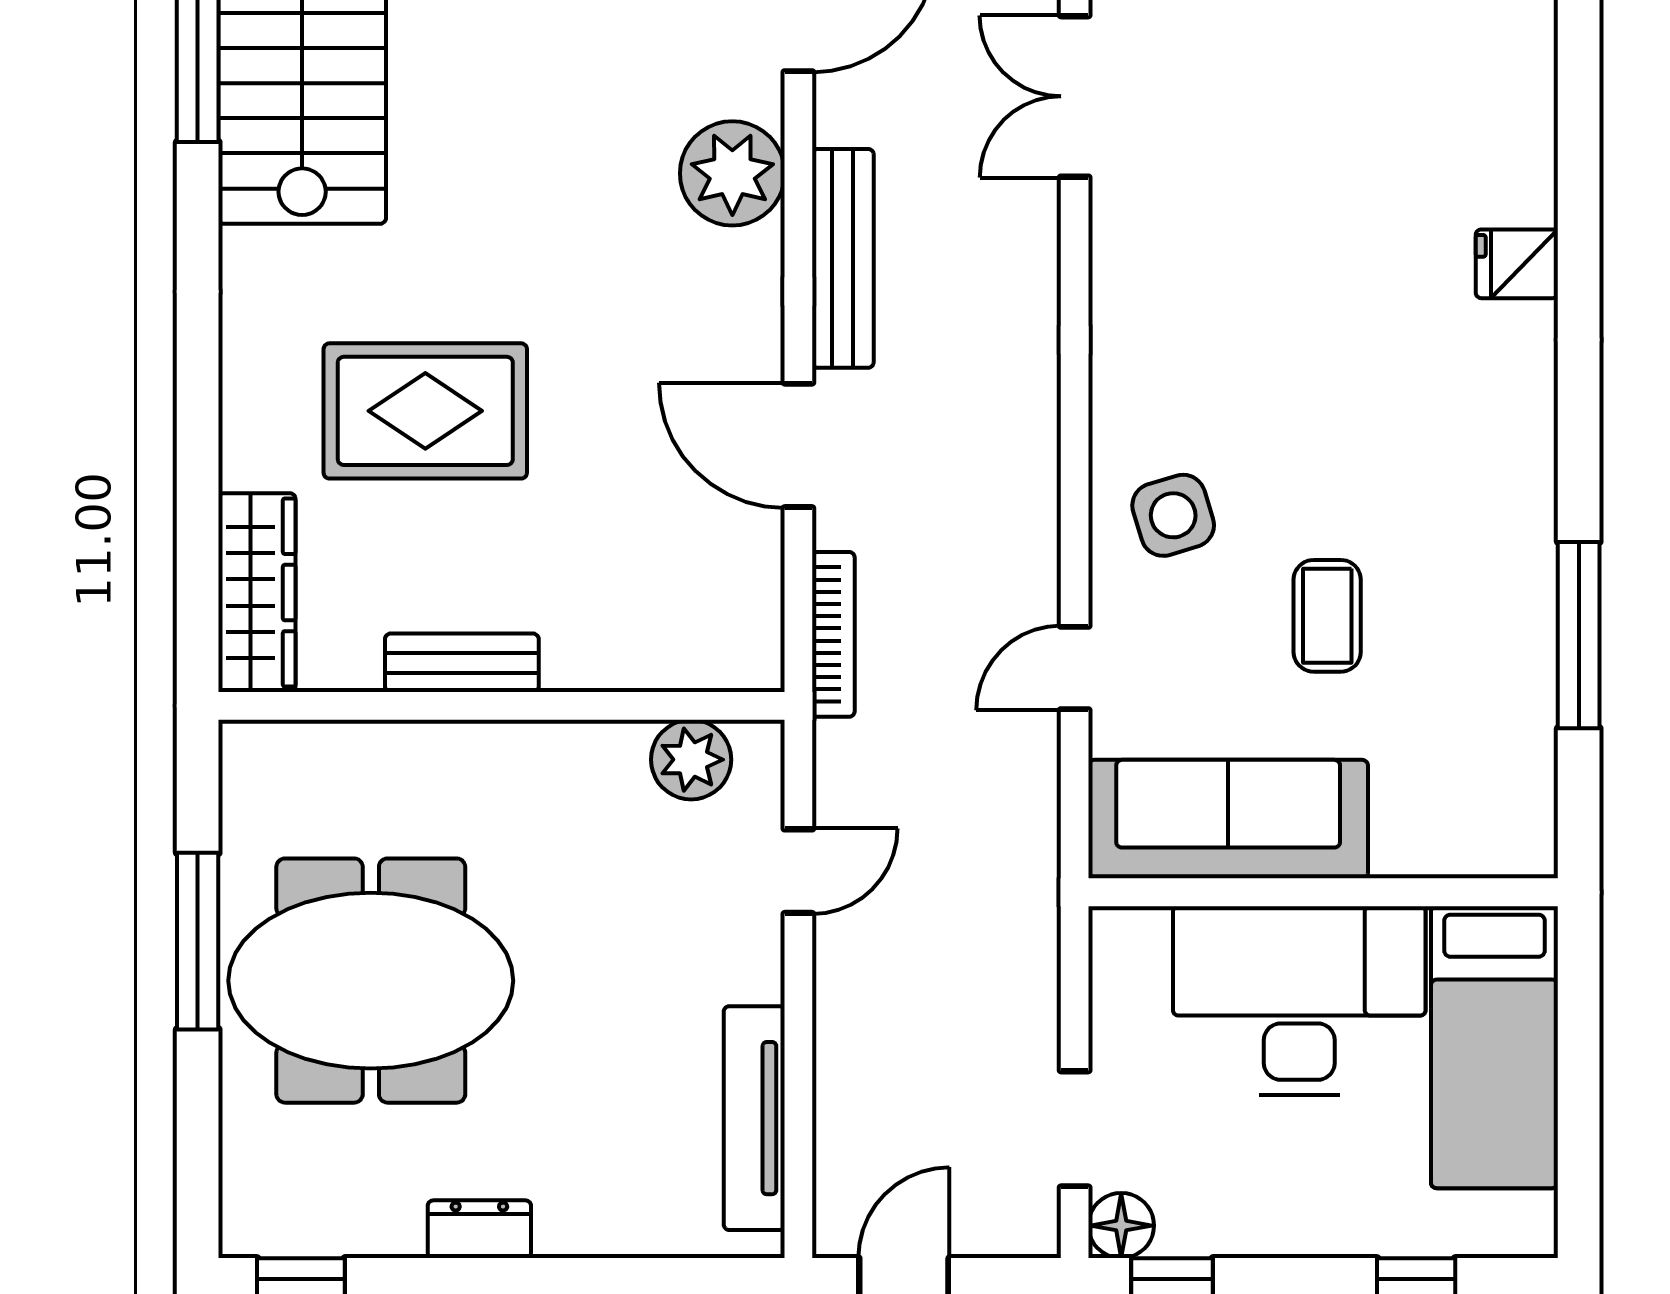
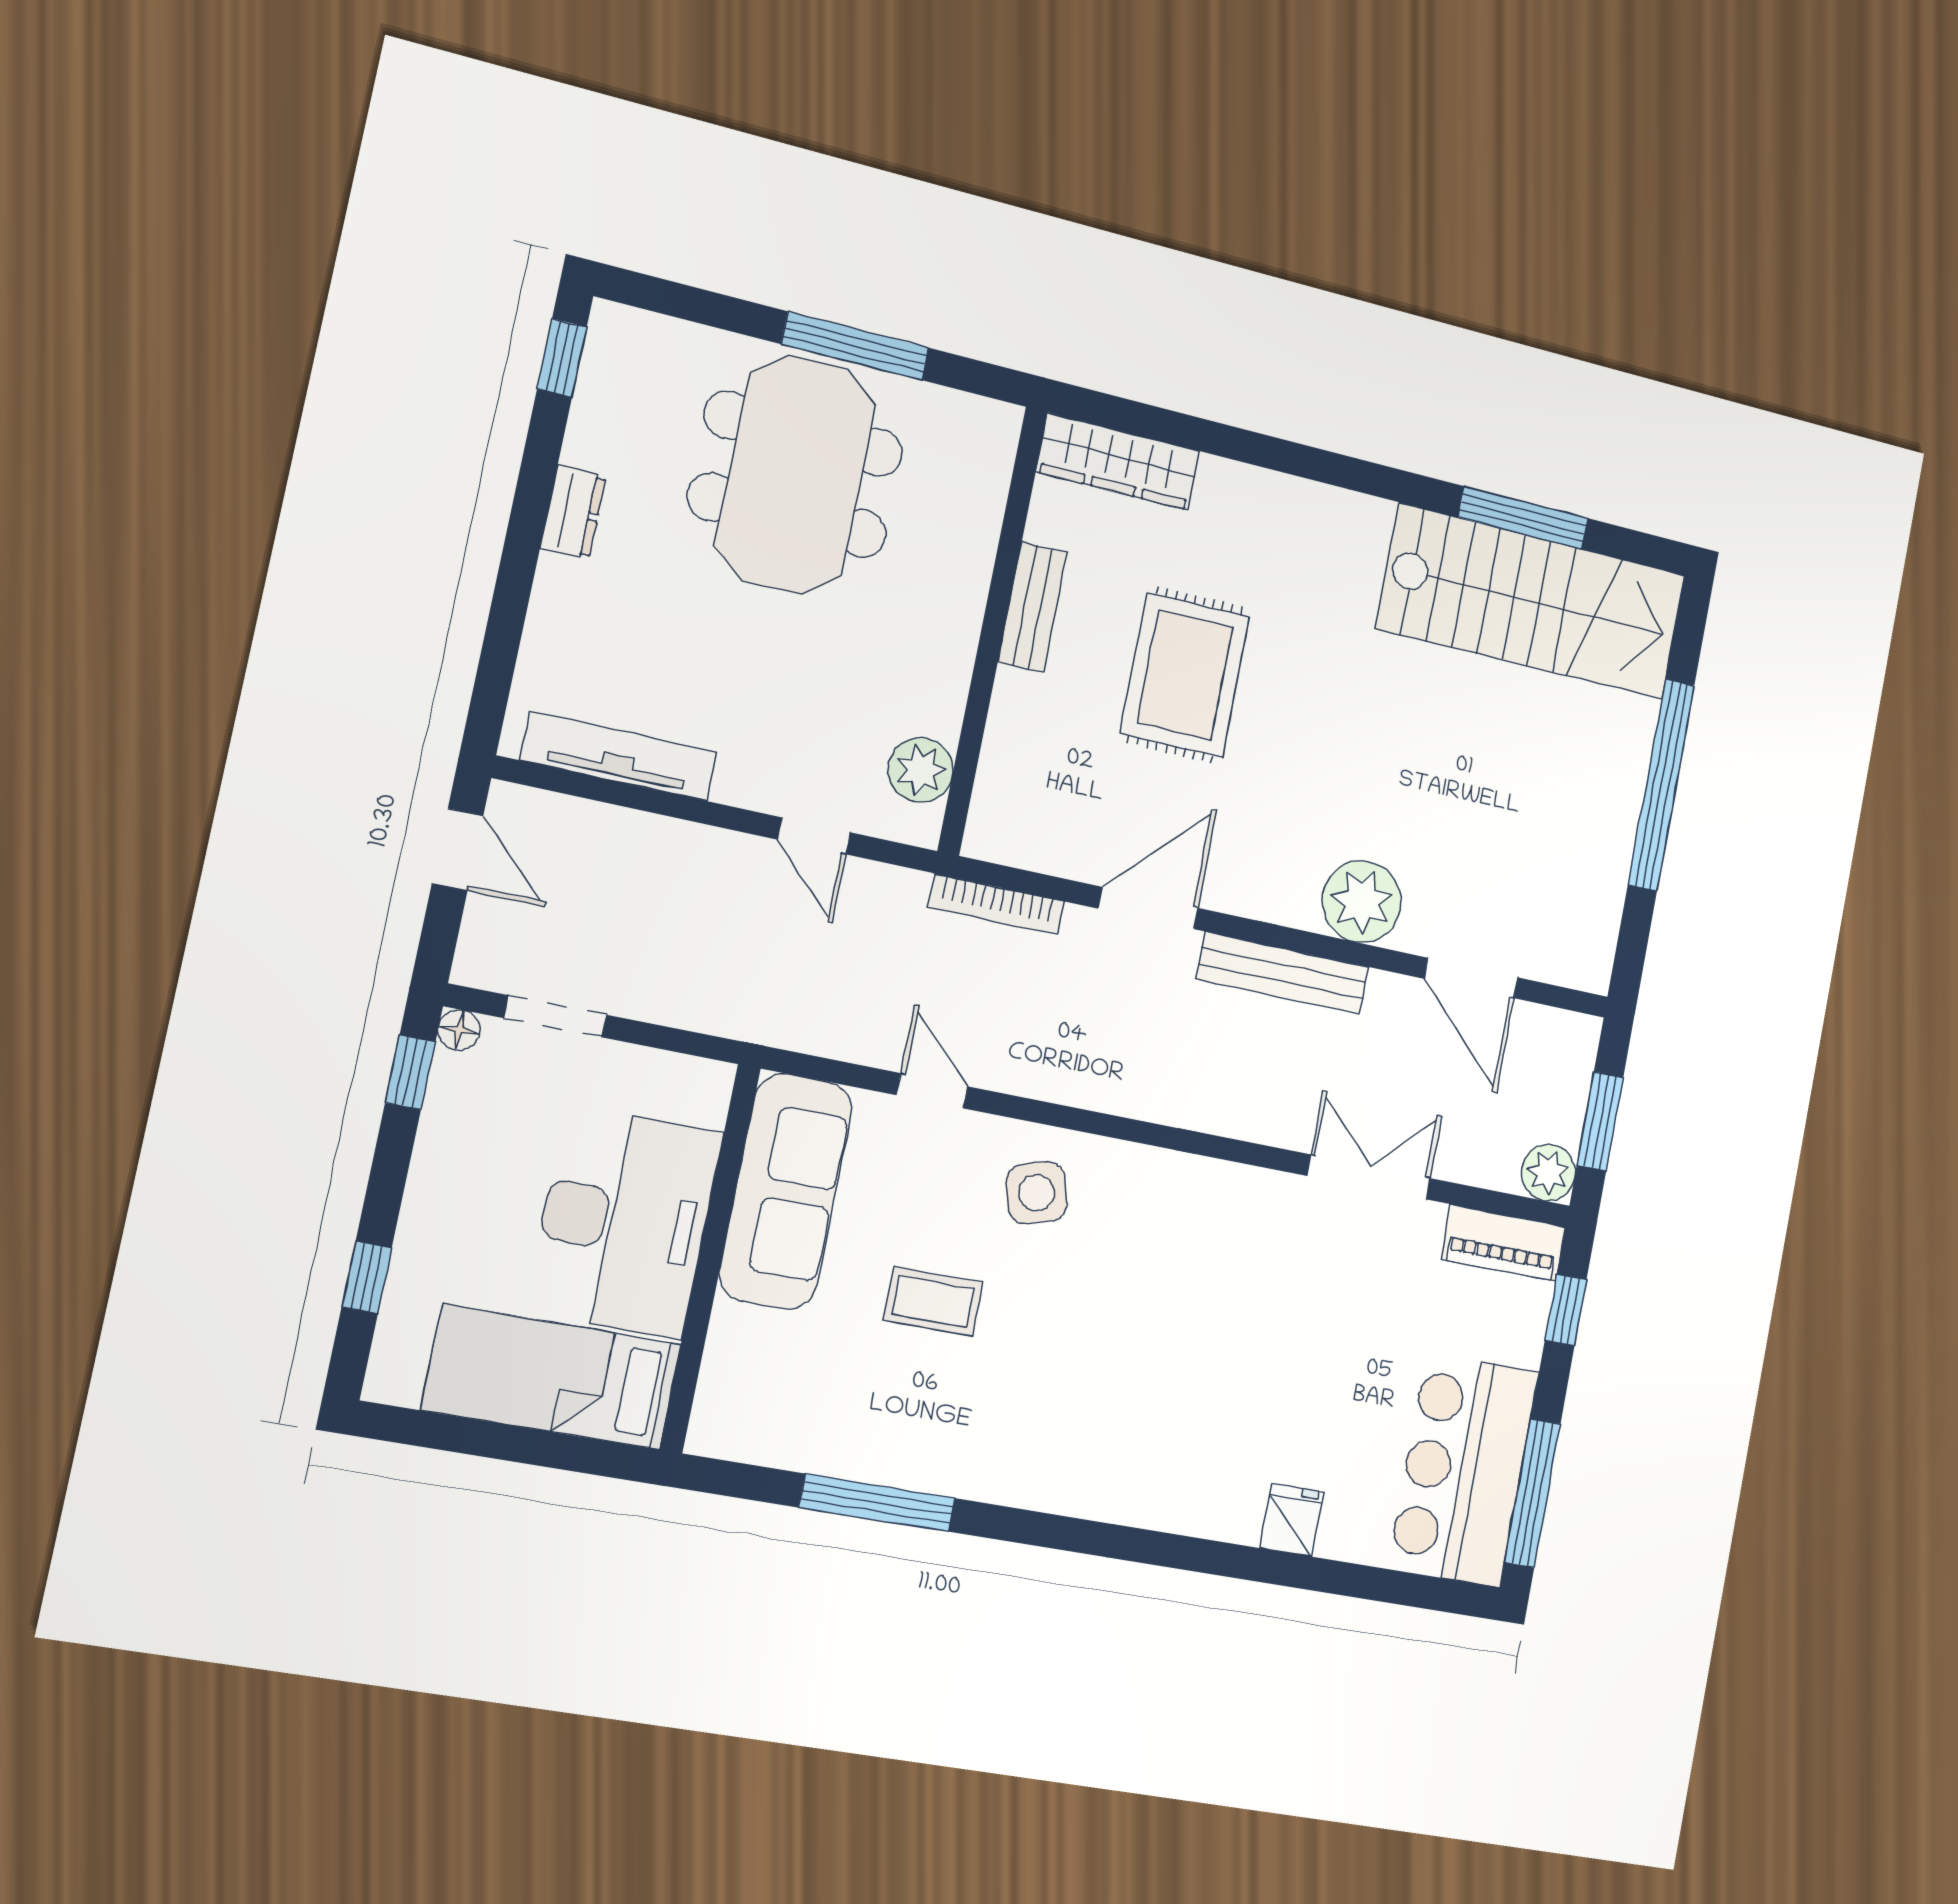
fridge: (1517, 264) -> (1292, 1520), moved
rug: (425, 411) -> (1185, 675), moved
floor lamp: (1121, 1226) -> (459, 1030), width x0.73, depth x0.73

